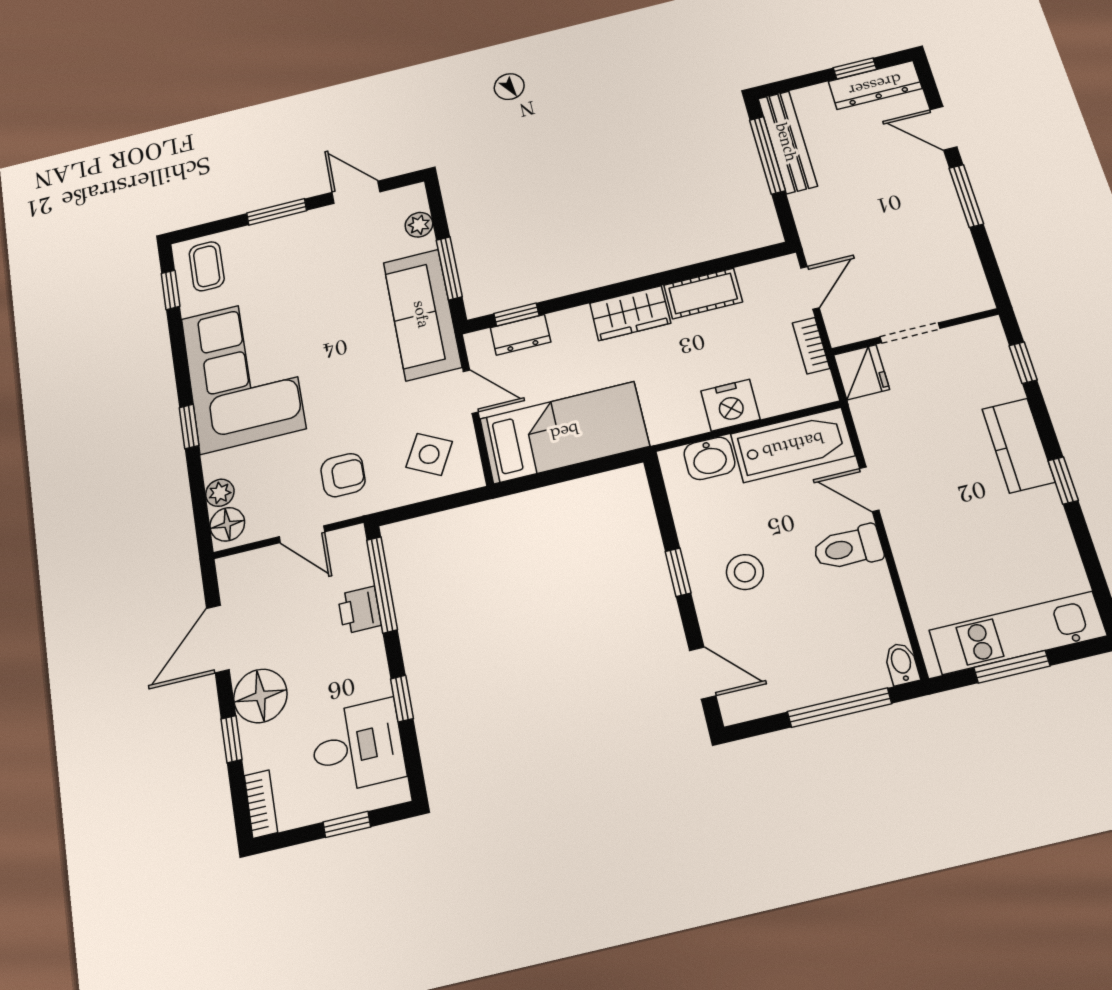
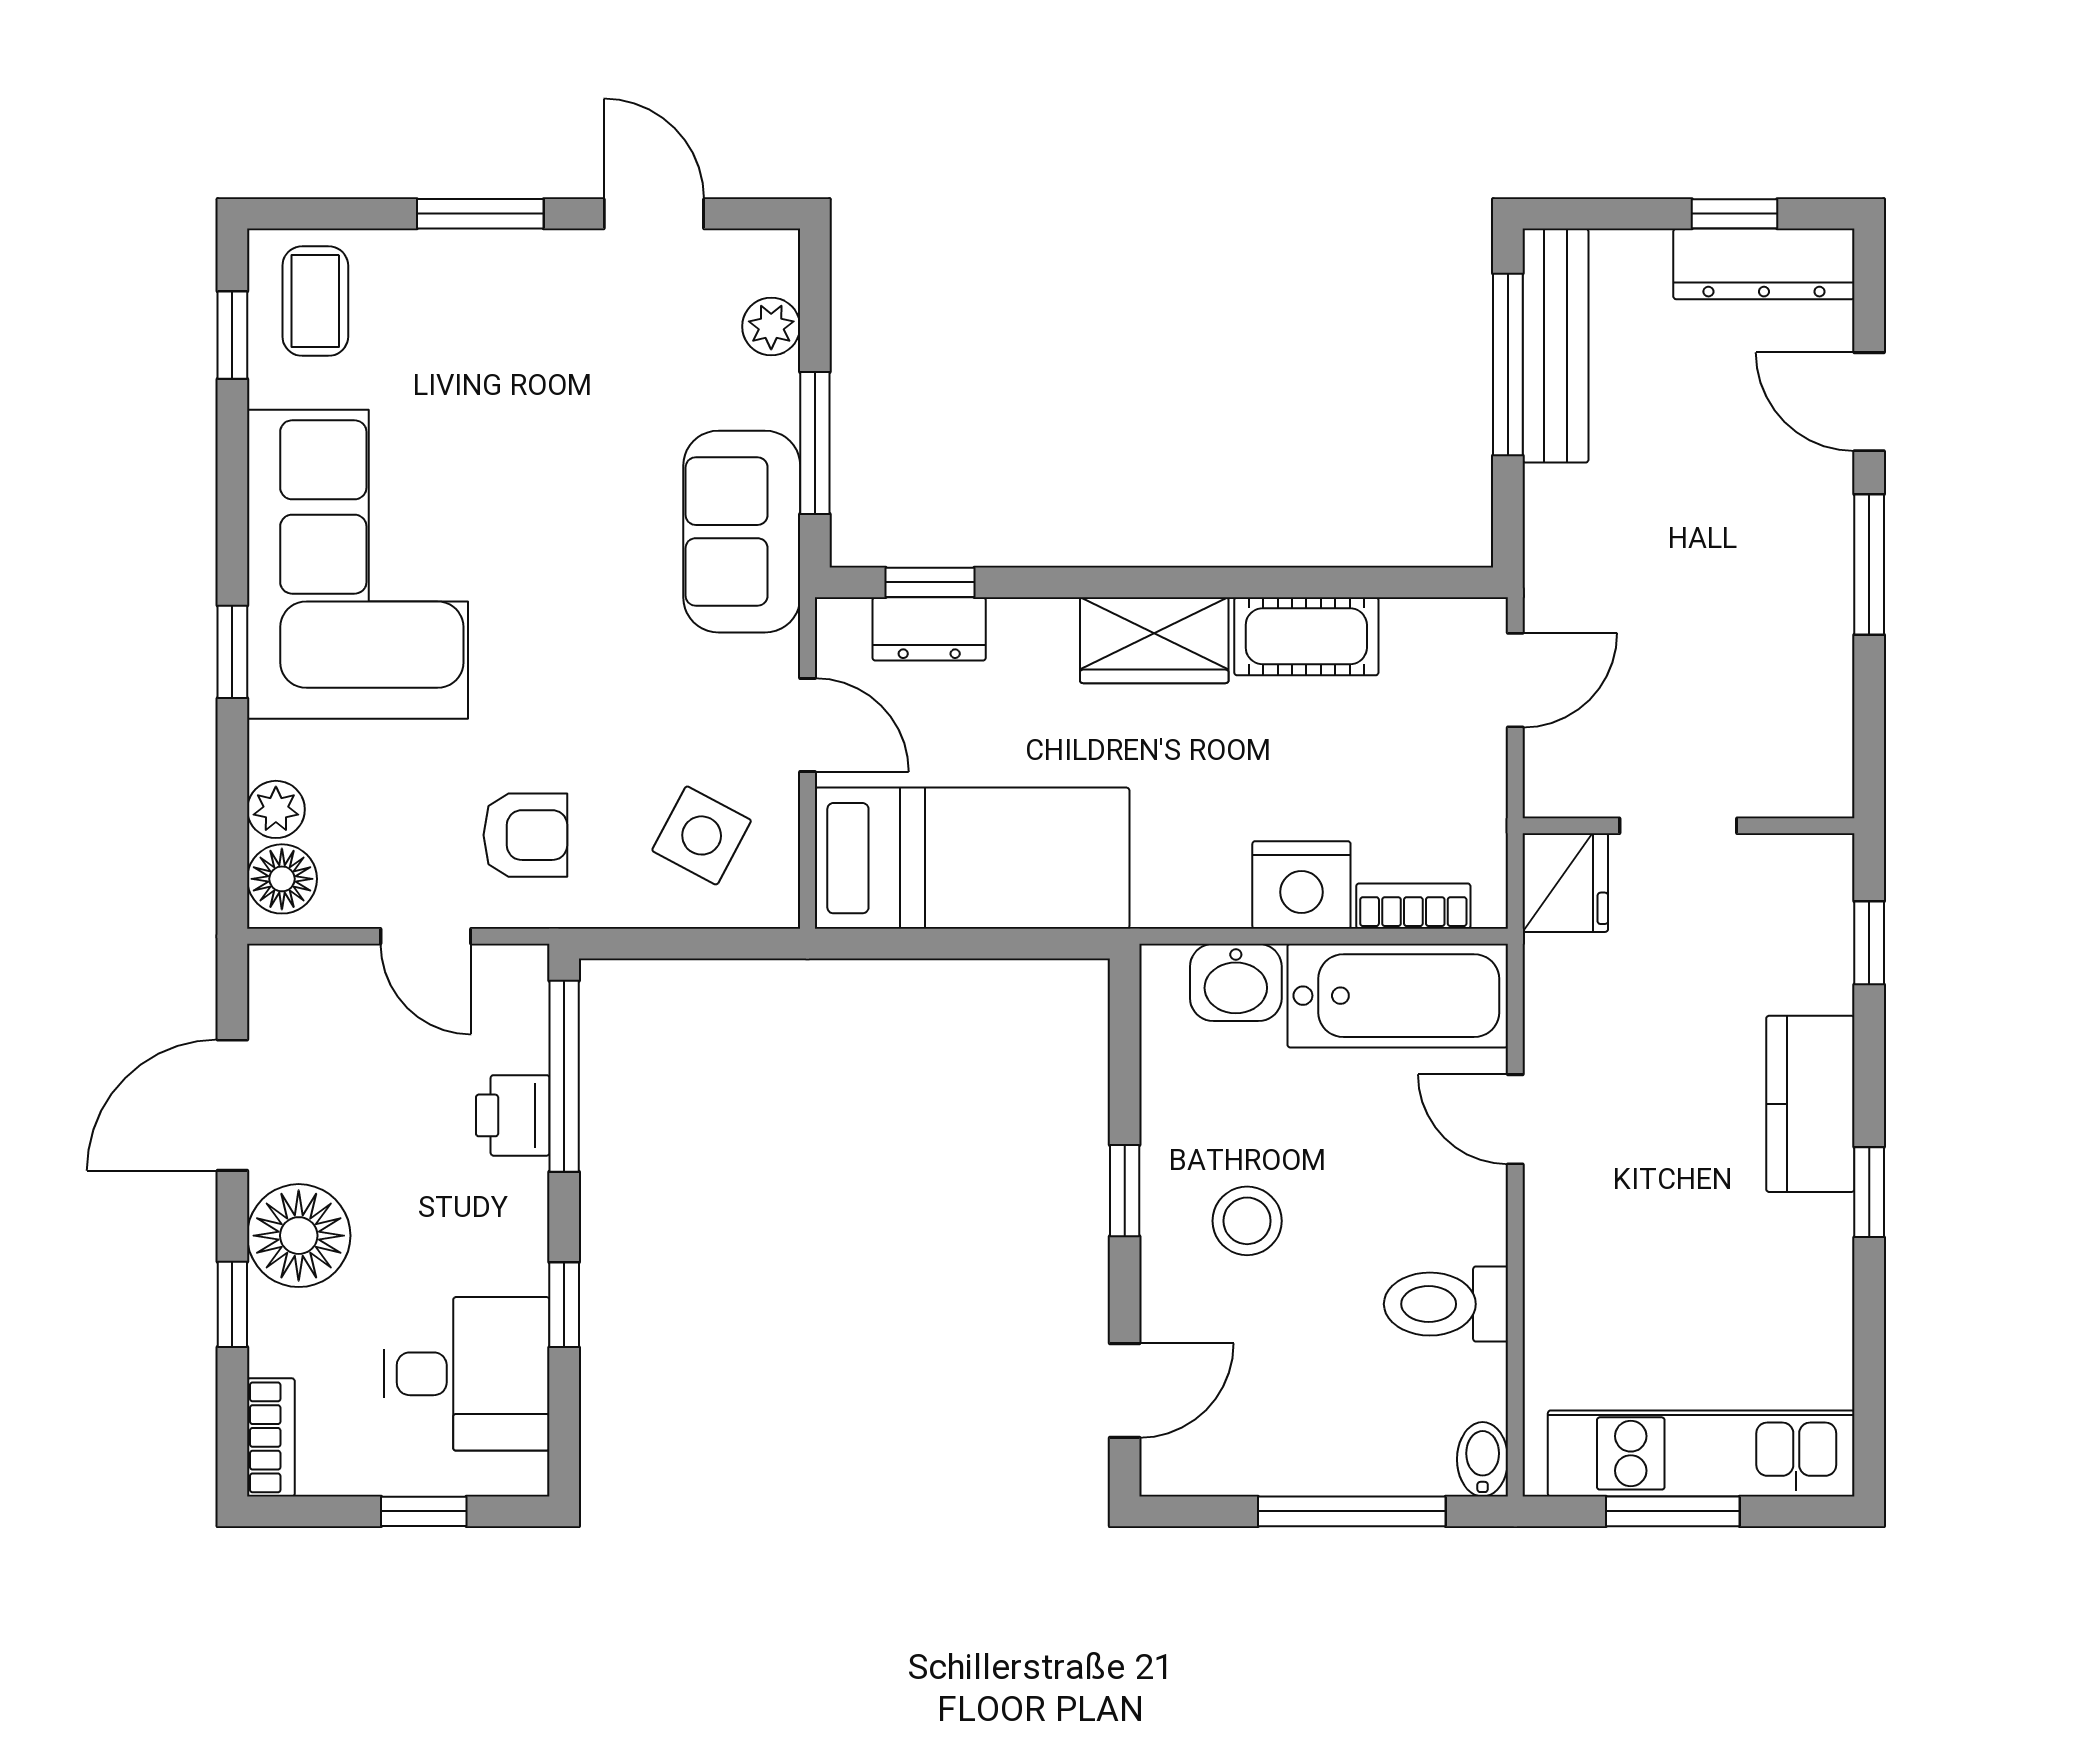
sofa: (422, 314) -> (742, 532), width x0.73
bookcase: (811, 346) -> (1413, 906), moved, turned 90
toilet: (848, 548) -> (1446, 1304), moved
door: (703, 673) -> (1125, 1390), hinge flipped

